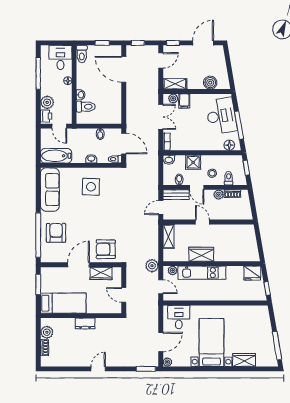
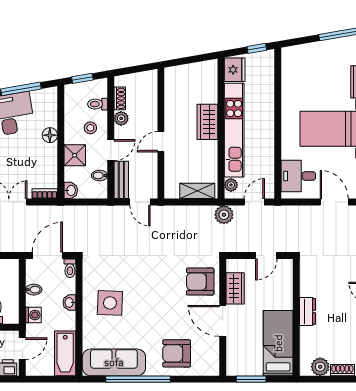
washing machine: (83, 134) -> (33, 315), added
floor lamp: (229, 145) -> (50, 135), moved
window: (38, 235) -> (138, 379), moved
shelving: (168, 236) -> (197, 191), moved
armchair: (106, 249) -> (200, 282), turned 90
wardrobe: (201, 254) -> (207, 122), moved
kitchen unit: (202, 273) -> (234, 130), width x1.36

